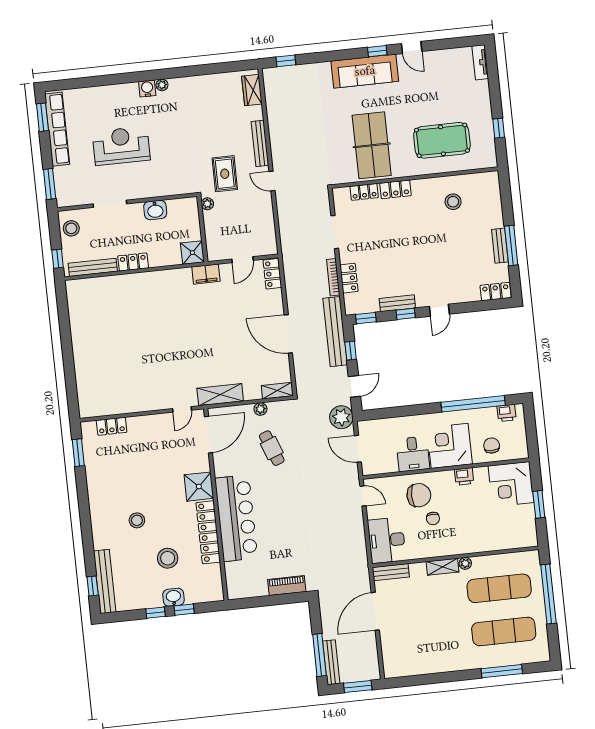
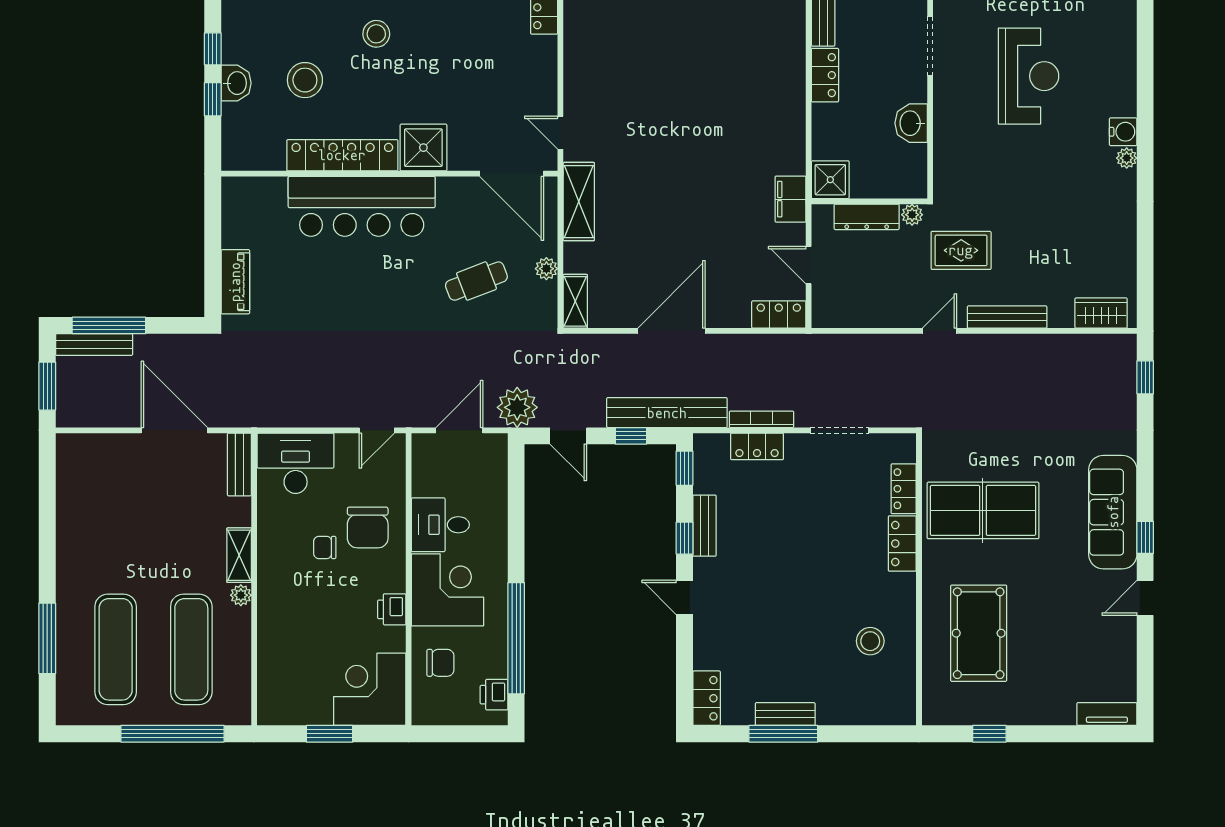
dresser: (211, 230) -> (867, 217), added

